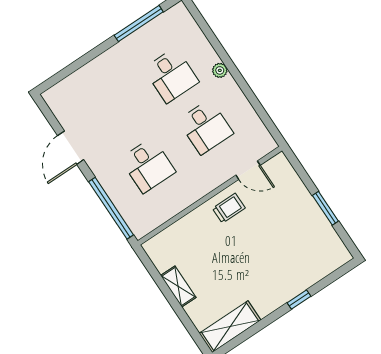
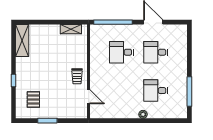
desk: (206, 127) -> (156, 52), moved
door: (248, 170) -> (89, 97), swing flipped
pallet: (308, 250) -> (33, 100), added
shelving: (178, 287) -> (71, 29), moved

